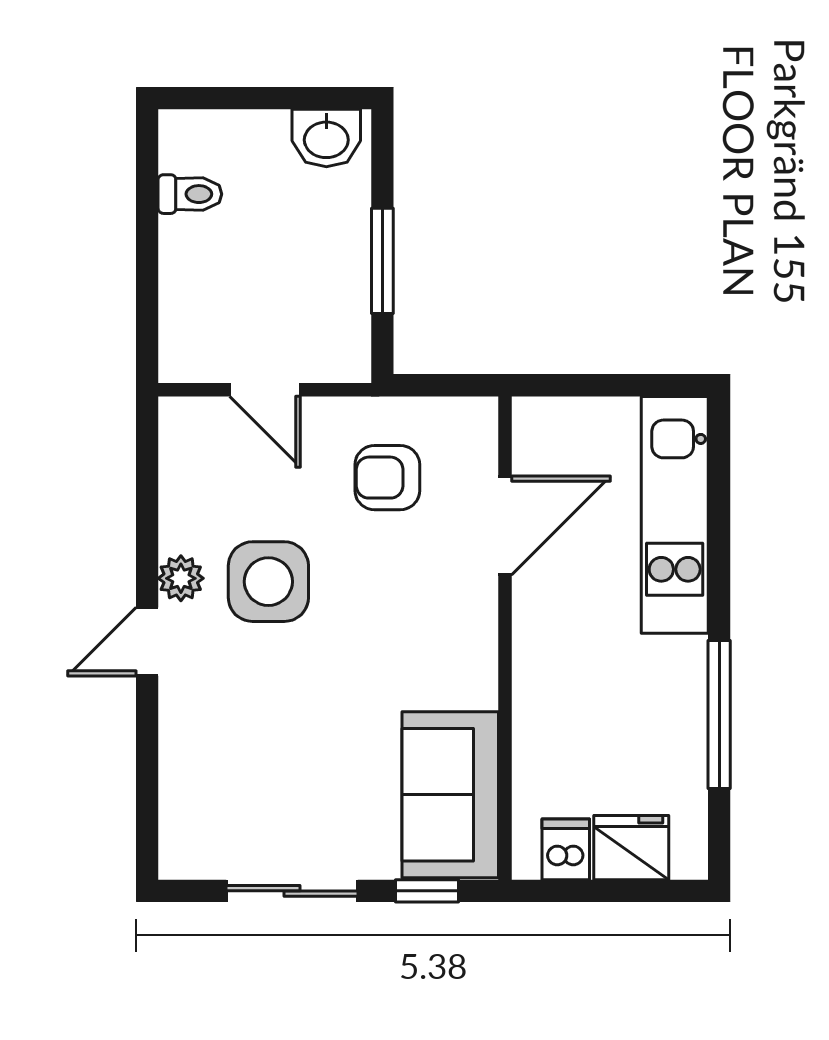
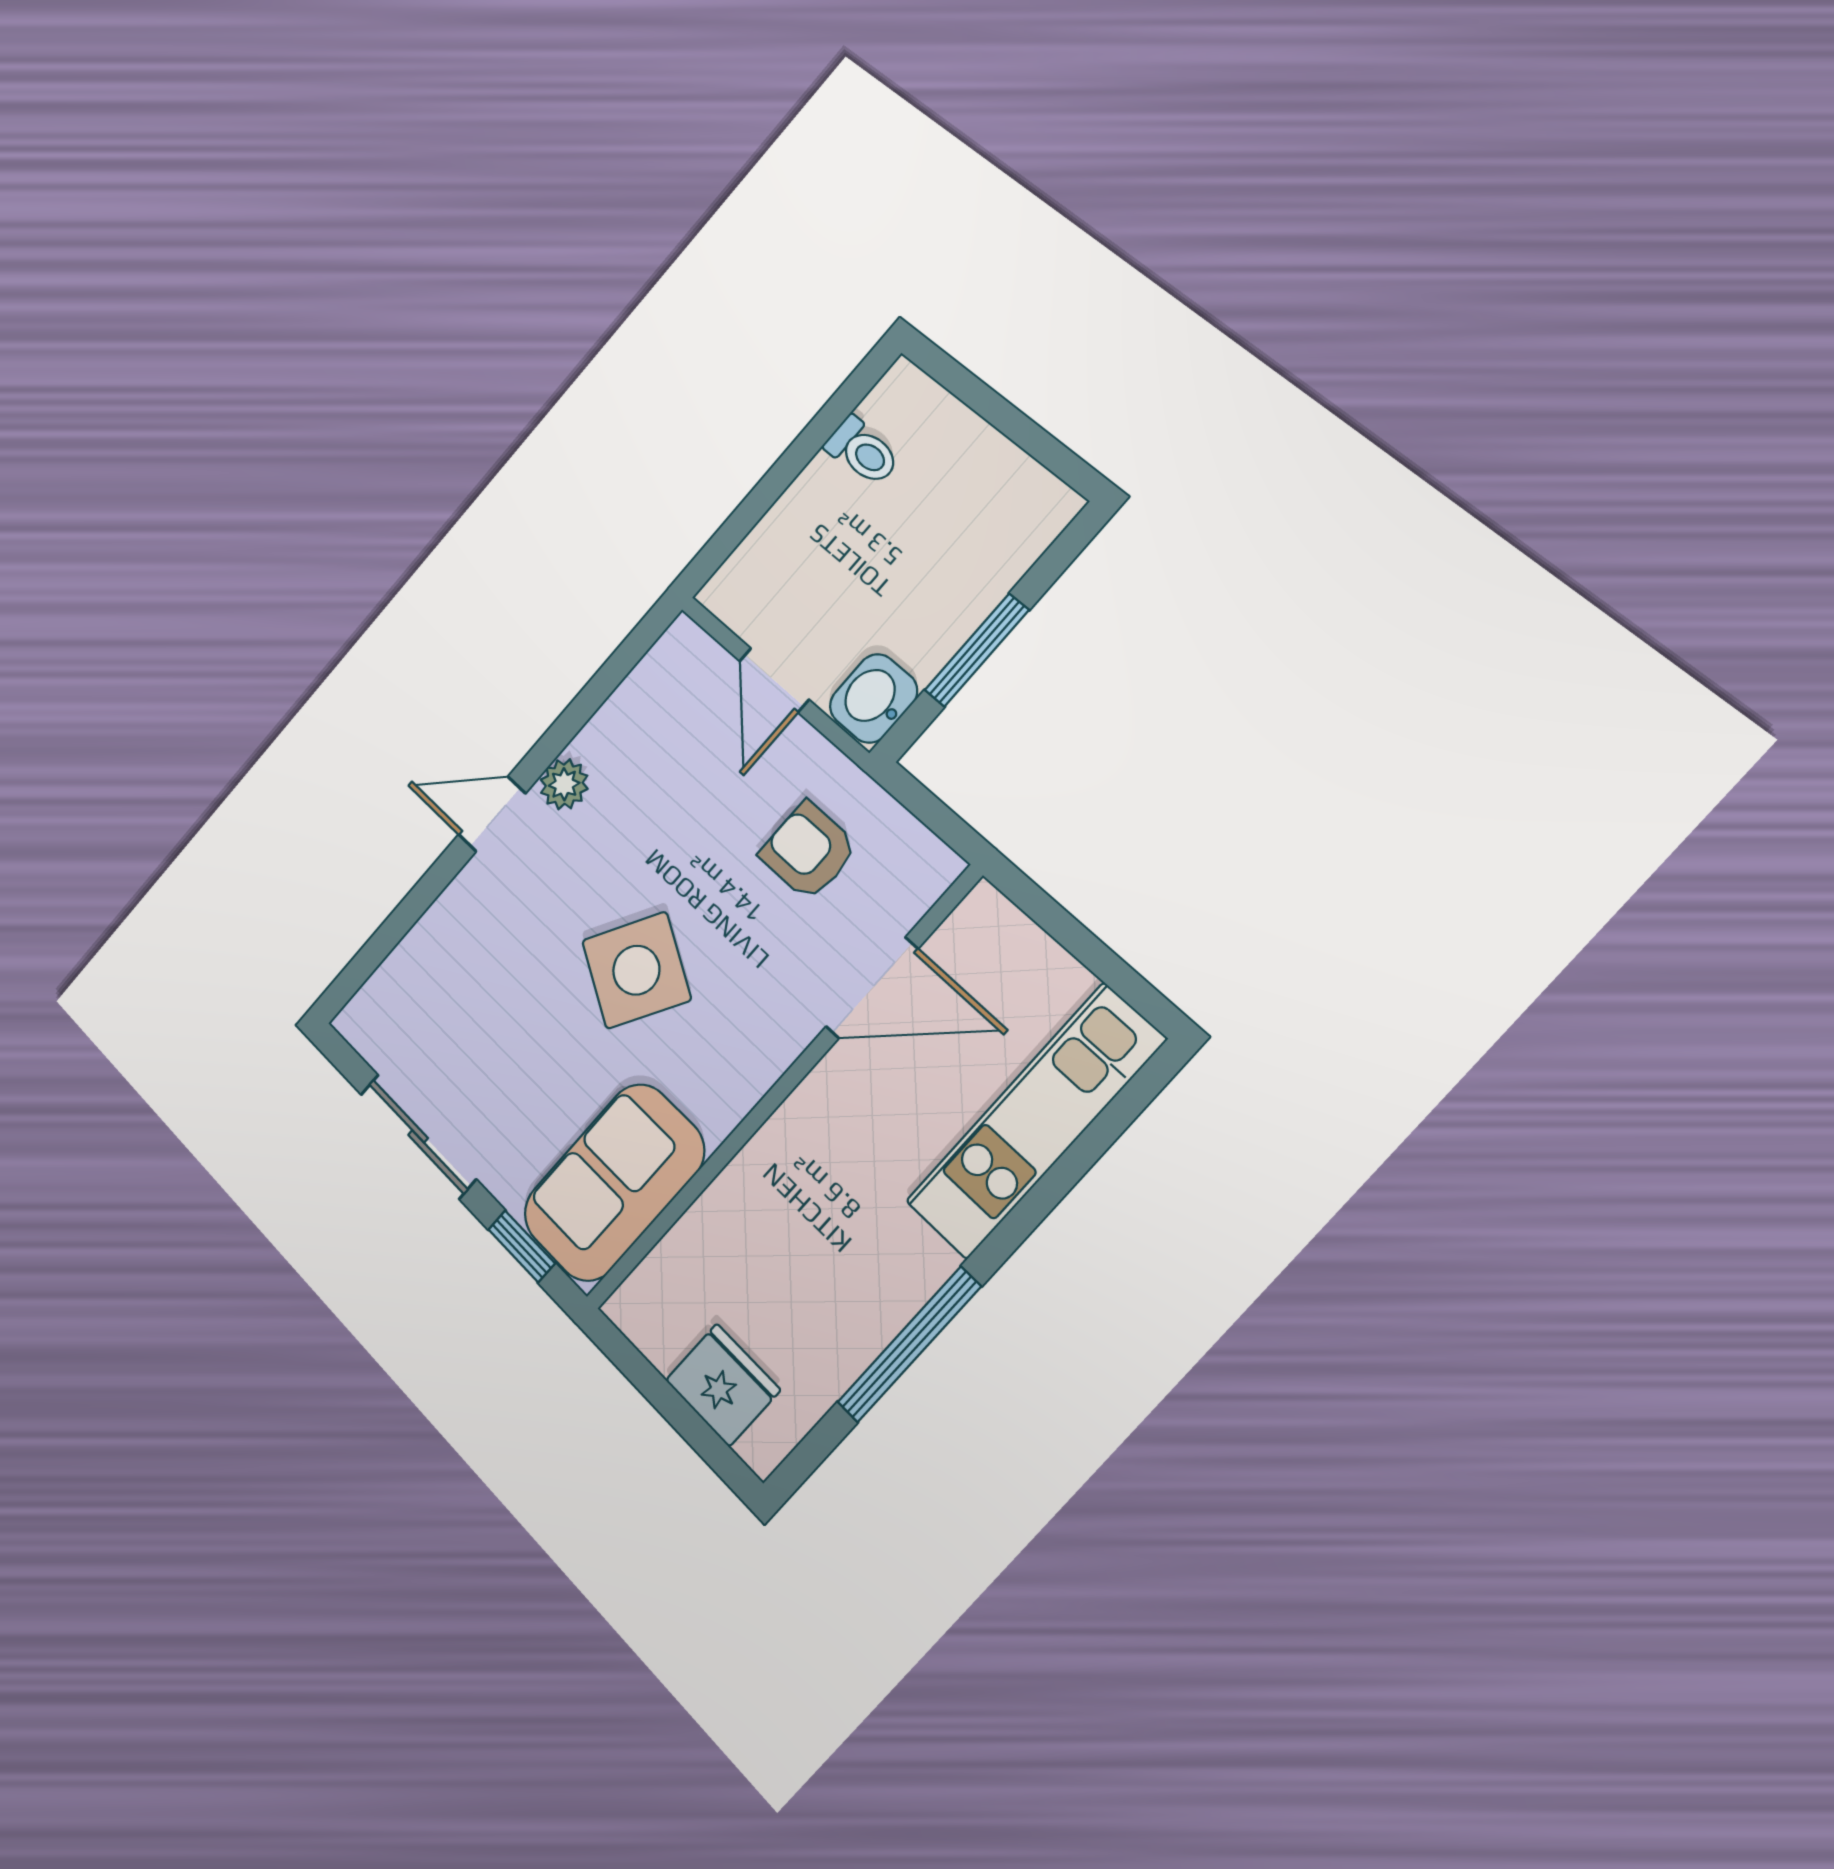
washbasin: (326, 138) -> (873, 698), moved, turned 90
side table: (268, 582) -> (636, 970), moved, turned 30
dishwasher: (566, 849) -> (666, 1329), removed

